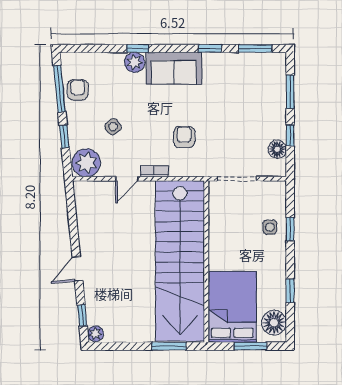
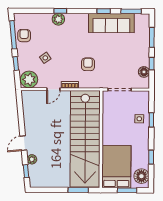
sofa: (174, 68) -> (111, 23), moved, width x1.36
plant: (96, 334) -> (32, 159), moved

